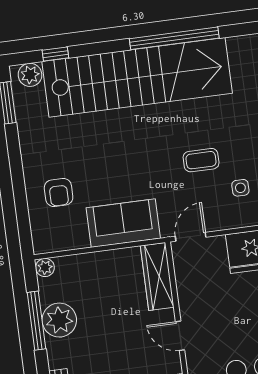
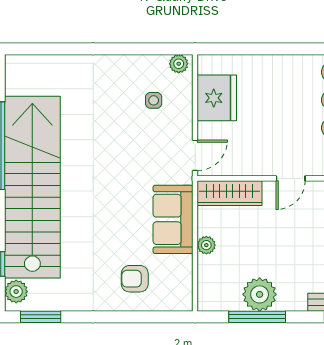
coffee table: (201, 160) -> (122, 135), removed
armchair: (59, 192) -> (135, 279), turned 180
door: (191, 237) -> (195, 155), swing flipped
plant: (45, 267) -> (206, 245), moved

